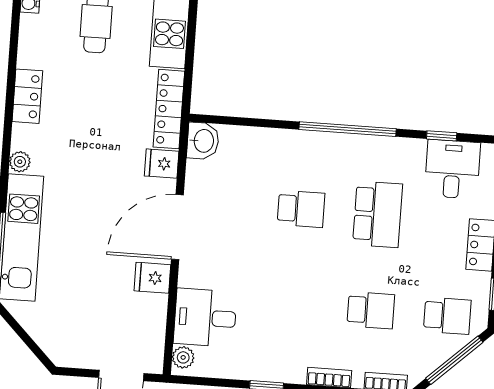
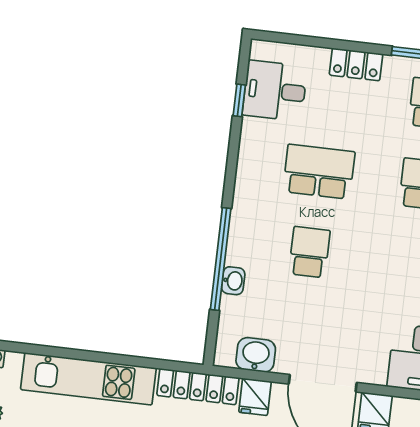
window: (348, 129) -> (221, 259), moved
washbasin: (271, 138) -> (233, 281), added
washbasin: (203, 141) -> (256, 355), moved

